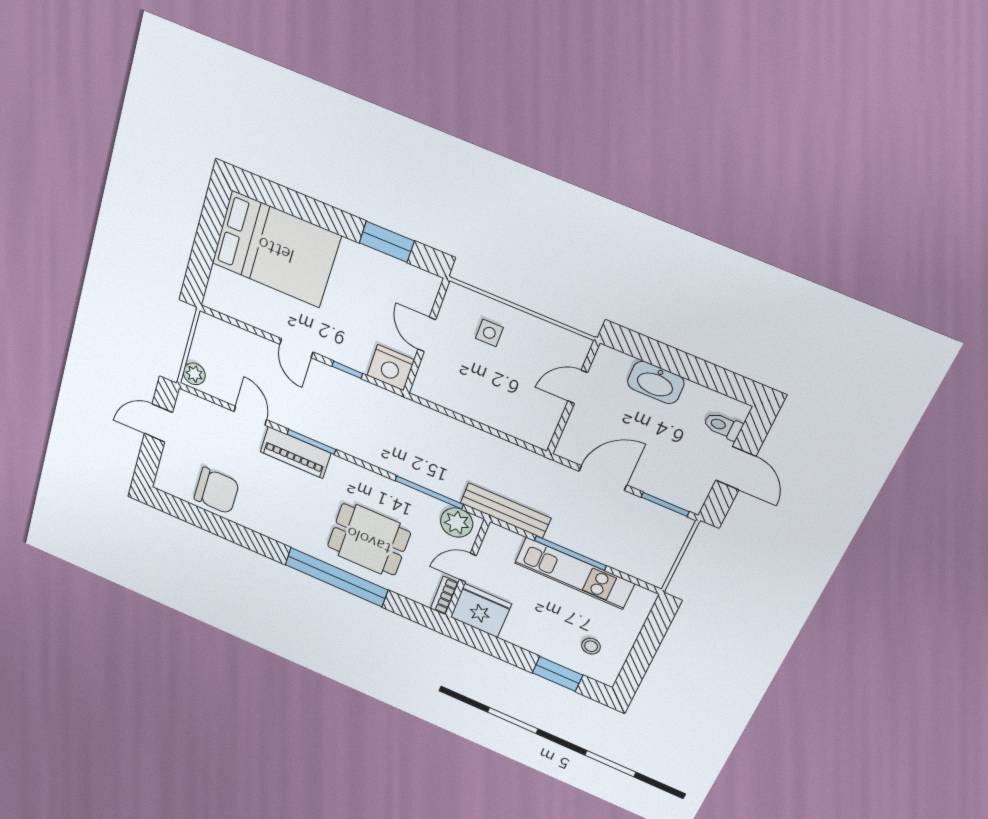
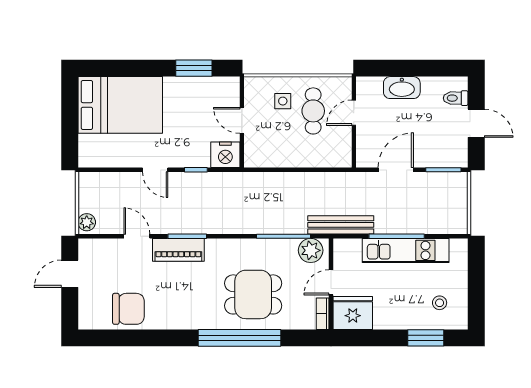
cafe table: (525, 362) -> (313, 111), added

